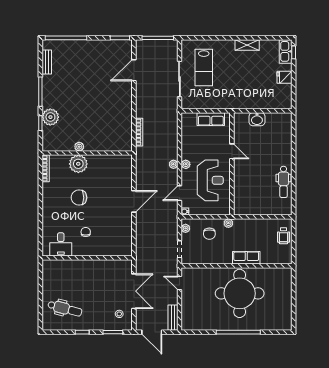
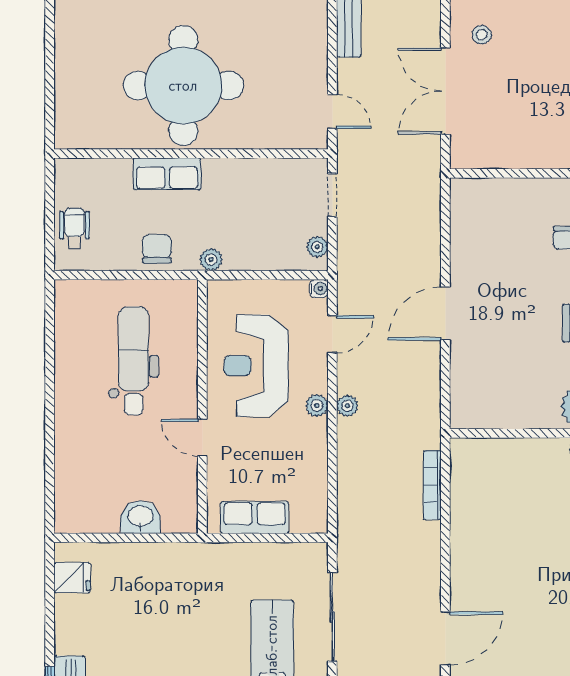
fridge: (285, 77) -> (72, 578), moved
dental chair: (284, 182) -> (134, 361), moved, width x1.36, depth x1.38
chair: (209, 234) -> (157, 249), moved

